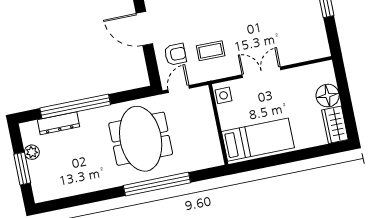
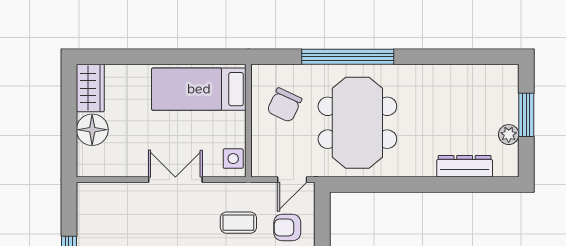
double door: (261, 72) -> (175, 180), swing flipped
window: (75, 106) -> (437, 185), removed
chair: (195, 141) -> (284, 105), added

